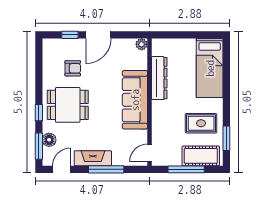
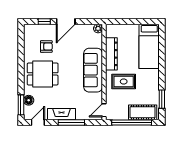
window: (39, 113) -> (21, 80), removed
rug: (201, 123) -> (124, 81), moved
window: (186, 169) -> (132, 122), width x1.46

